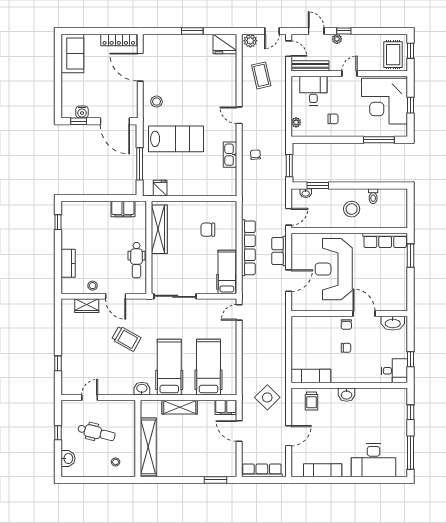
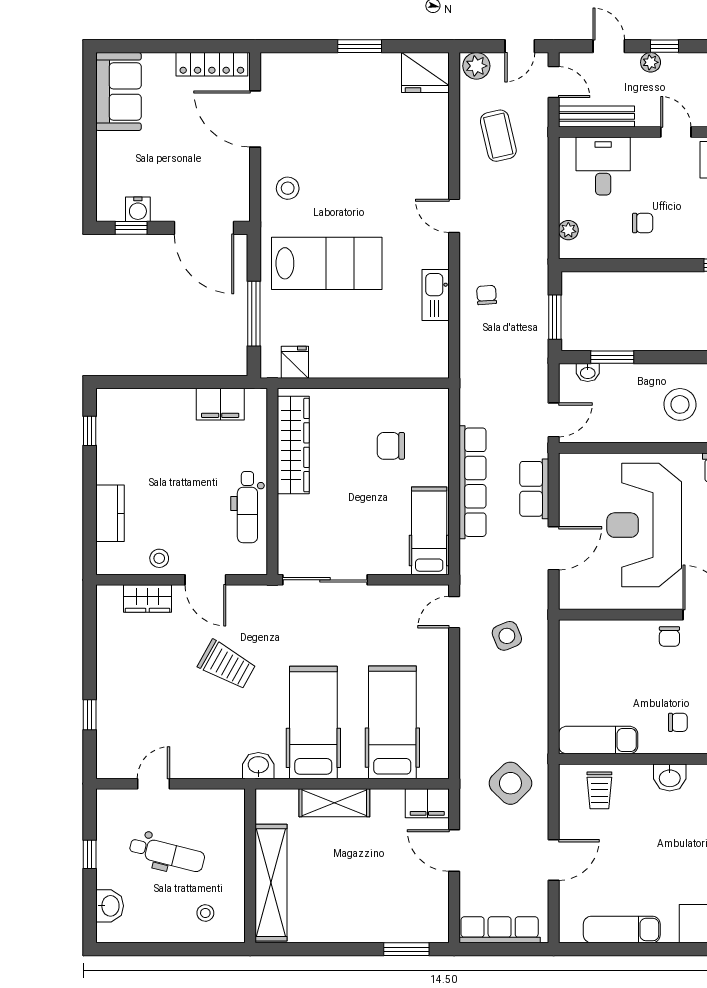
door: (349, 74) -> (676, 132), hinge flipped
side table: (265, 324) -> (507, 636), added
chair: (346, 348) -> (678, 722), moved

